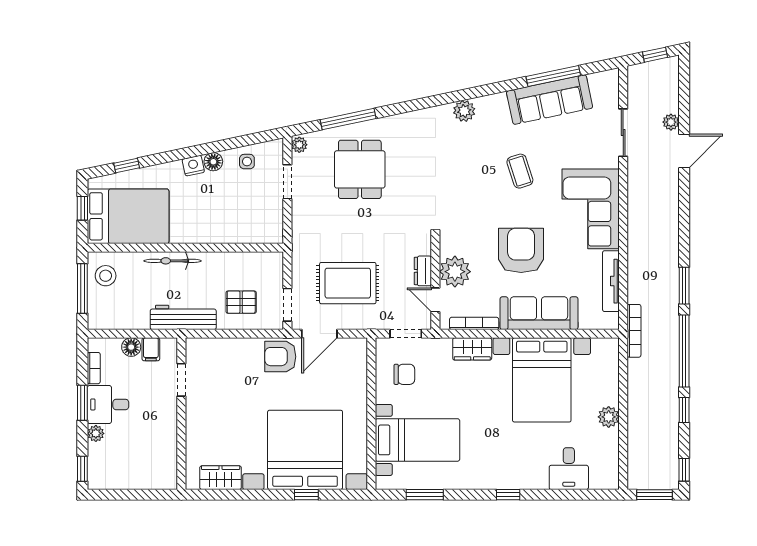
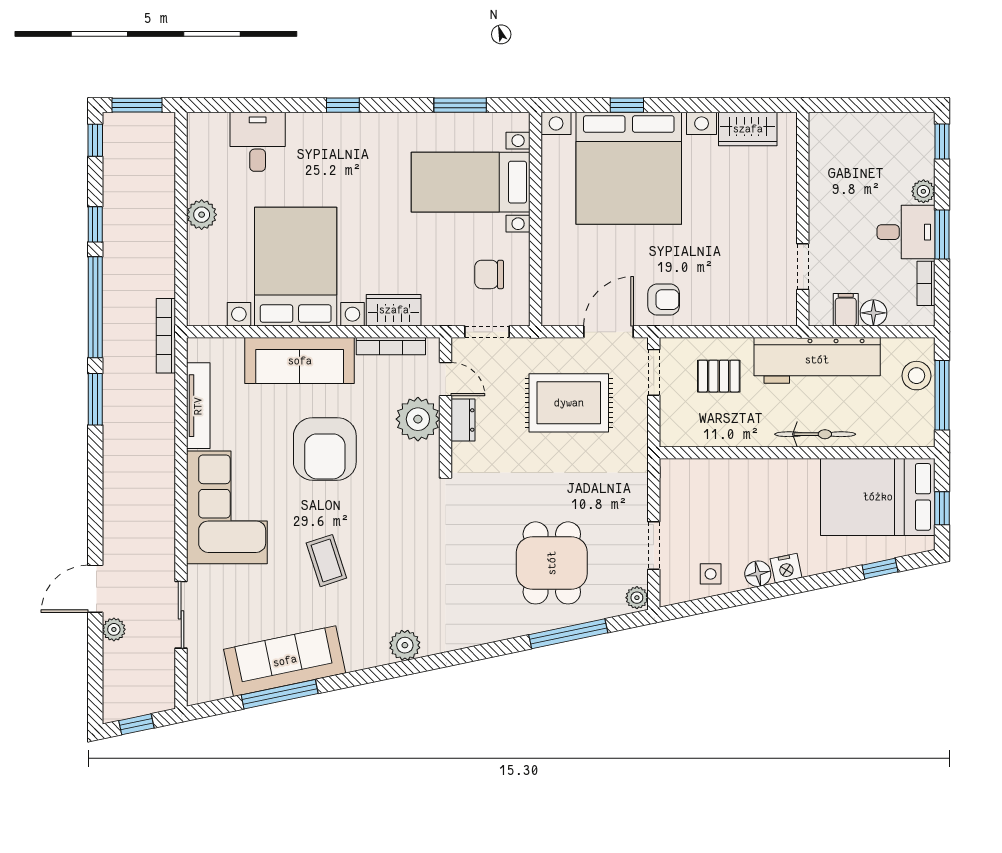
stool: (106, 276) -> (916, 376), moved
workbench: (183, 317) -> (817, 360), width x1.36, depth x1.32
armchair: (280, 357) -> (664, 300), width x0.72, depth x0.72

